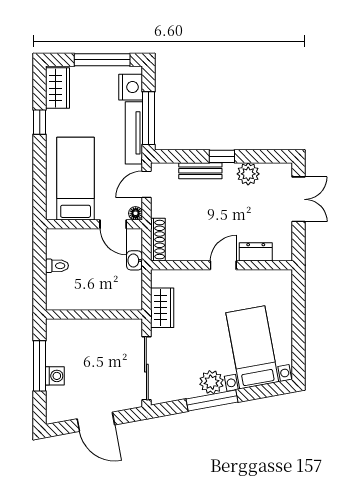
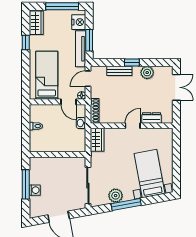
window: (148, 118) -> (89, 40), width x0.69
wardrobe: (162, 308) -> (97, 140), moved
plant: (211, 382) -> (116, 196), moved

